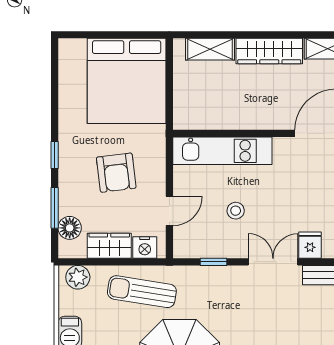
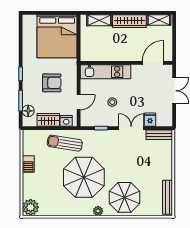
armchair: (116, 173) -> (52, 83), turned -83
plant: (78, 277) -> (32, 136), removed

